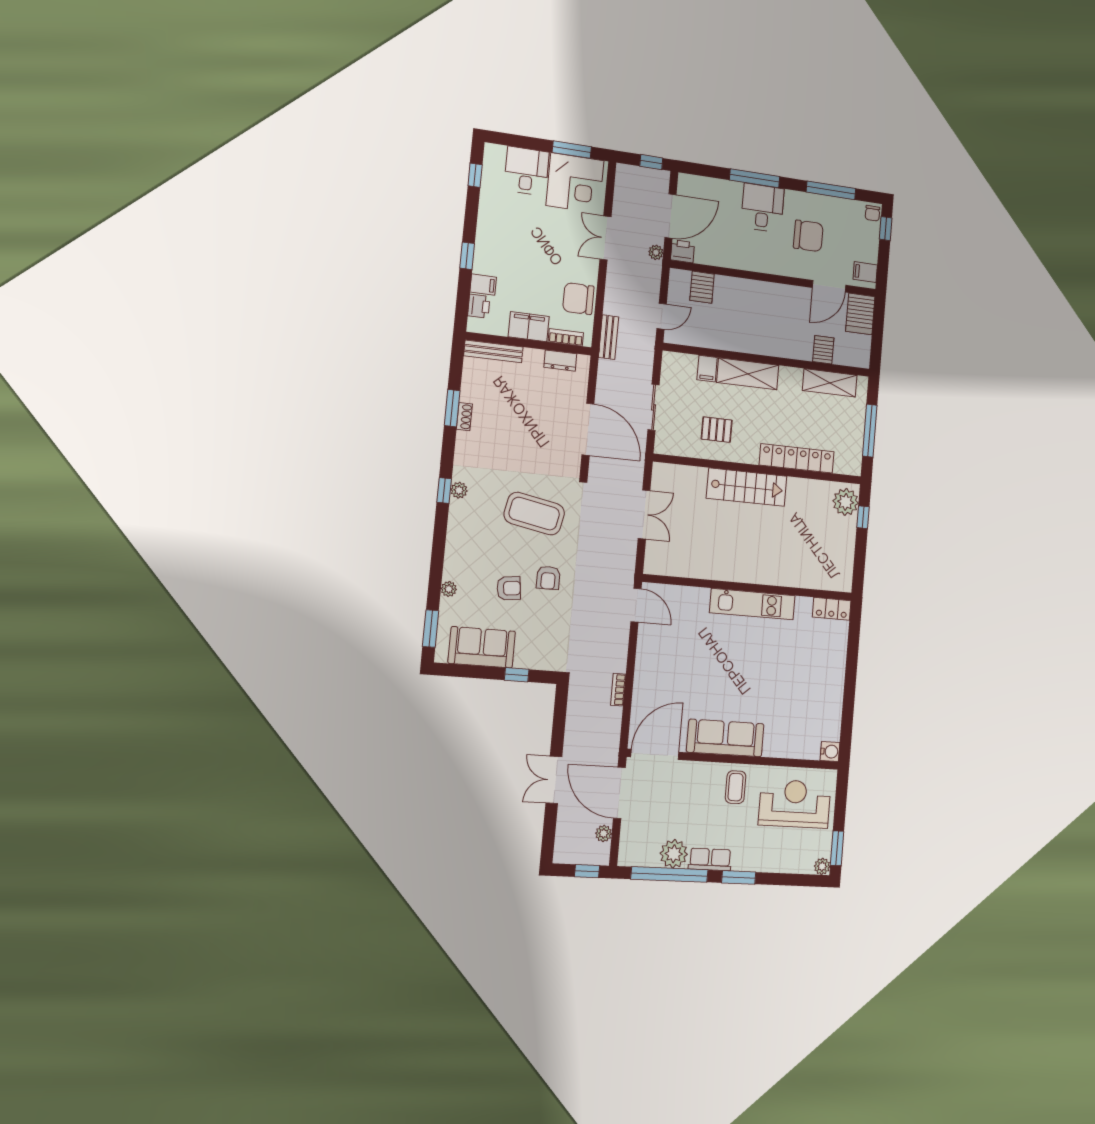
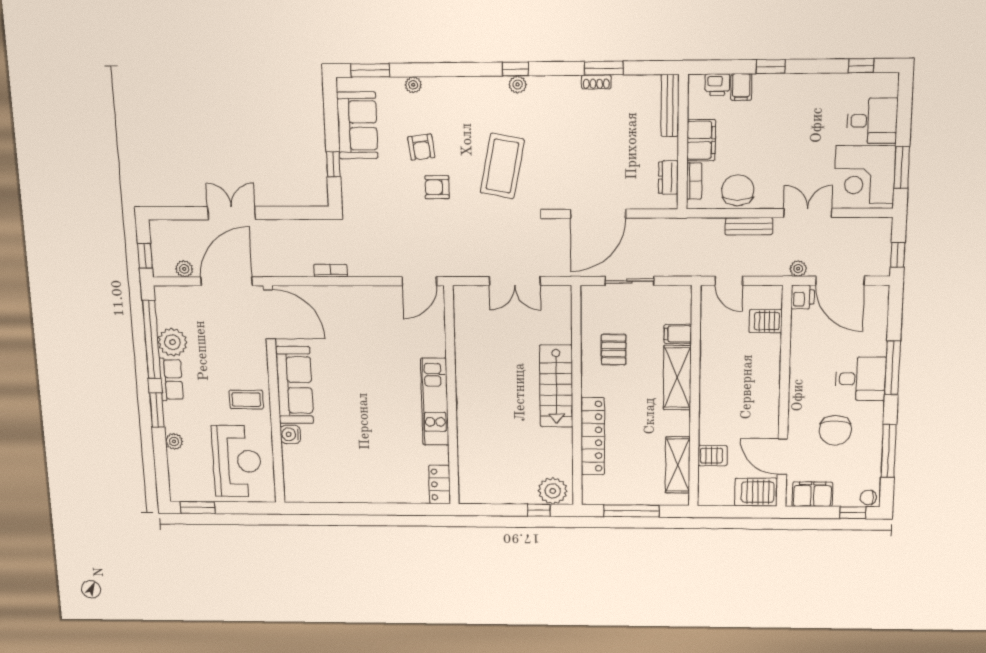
filing cabinet: (865, 272) -> (812, 494), width x2.00
bench: (609, 337) -> (749, 226), moved
water cooler: (830, 752) -> (290, 434), moved, turned 90
plant: (822, 866) -> (174, 441), moved

